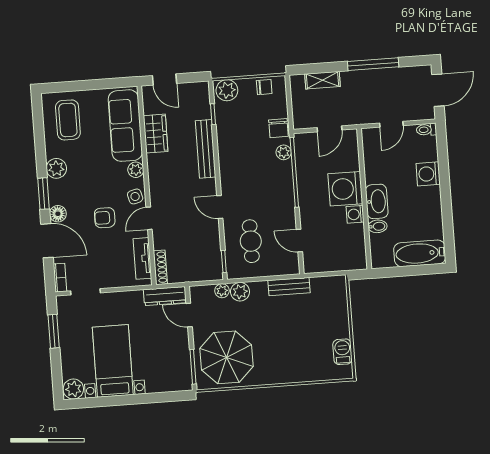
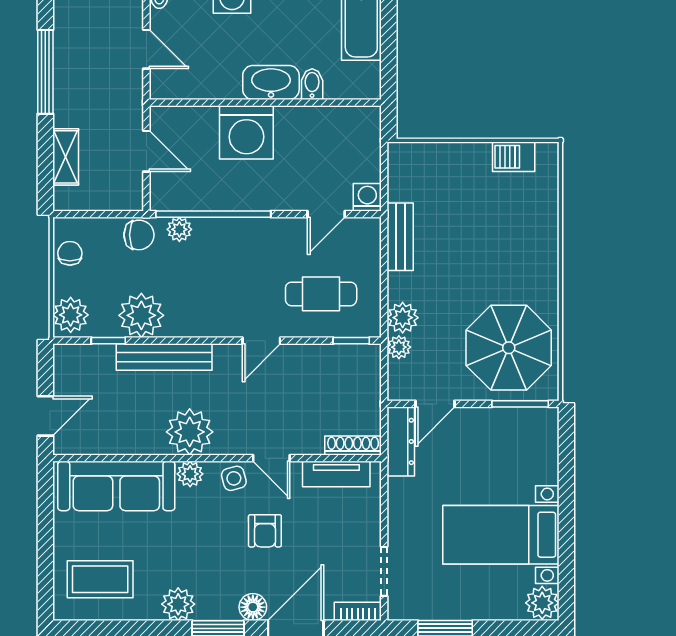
plant: (230, 133) -> (141, 315), added
wardrobe: (156, 134) -> (133, 437), removed
plant: (161, 168) -> (190, 432), added
washing machine: (355, 214) -> (367, 197), moved, turned 180

